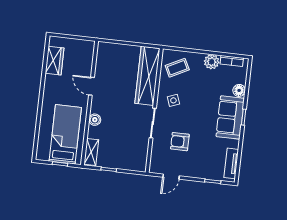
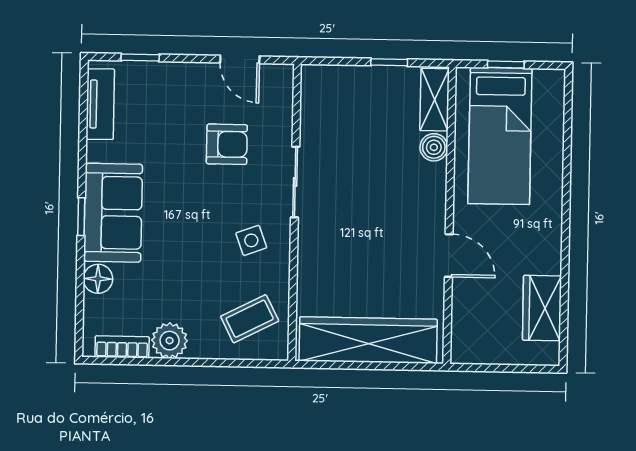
wardrobe: (147, 76) -> (368, 340), moved, turned -90
boiler: (95, 120) -> (434, 147), moved
door: (171, 177) -> (240, 59), swing flipped

